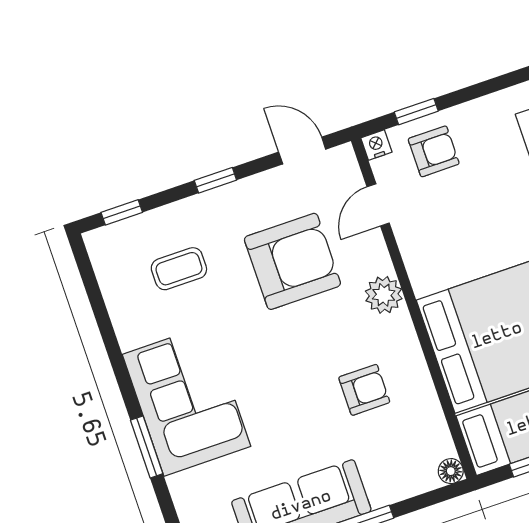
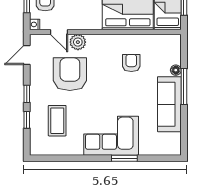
window: (122, 212) -> (27, 120), moved
coffee table: (179, 269) -> (57, 121), width x1.36, depth x1.30
plant: (384, 295) -> (78, 42), moved
floor lamp: (451, 471) -> (176, 70), moved

